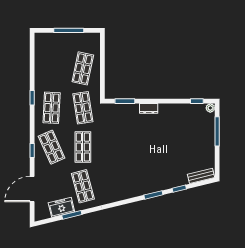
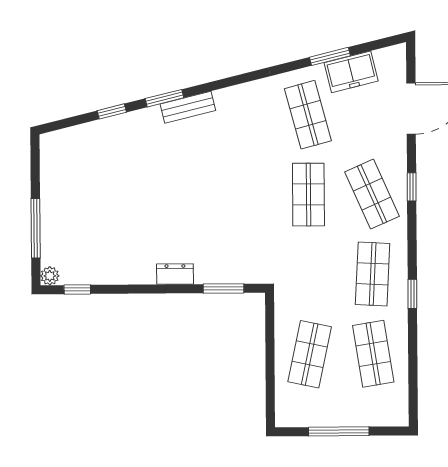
shop shelf: (83, 108) -> (373, 354), moved
bench: (201, 176) -> (188, 107), moved

